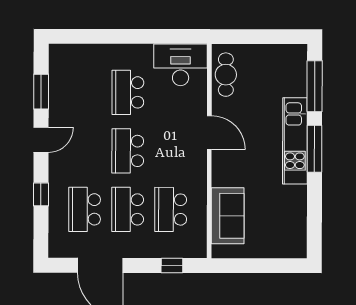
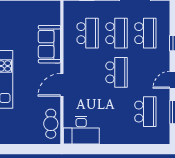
school desk: (128, 92) -> (145, 112), moved
door: (209, 132) -> (62, 85), hinge flipped
sofa: (228, 216) -> (49, 44), moved

